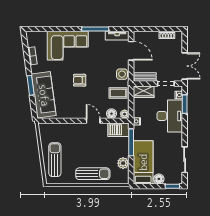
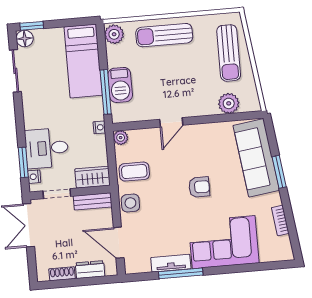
tv unit: (117, 36) -> (171, 263), moved
dresser: (150, 36) -> (90, 270), added
floor lamp: (111, 114) -> (142, 137), removed
desk: (170, 116) -> (47, 148), width x0.73
door: (93, 121) -> (171, 122), hinge flipped
plant: (57, 129) -> (229, 103), added
barbecue: (118, 130) -> (120, 85), moved, turned 90
plant: (123, 163) -> (114, 34), moved
floor lamp: (159, 179) -> (25, 38), moved

